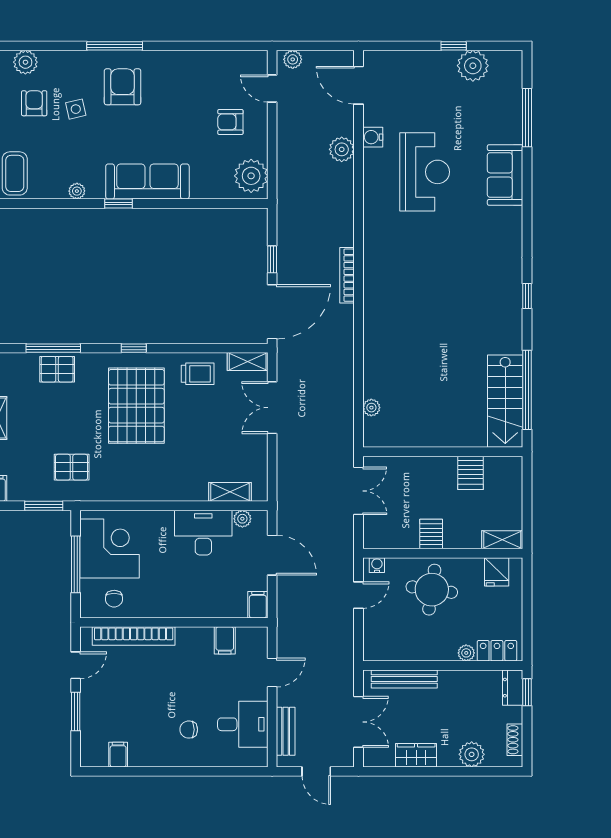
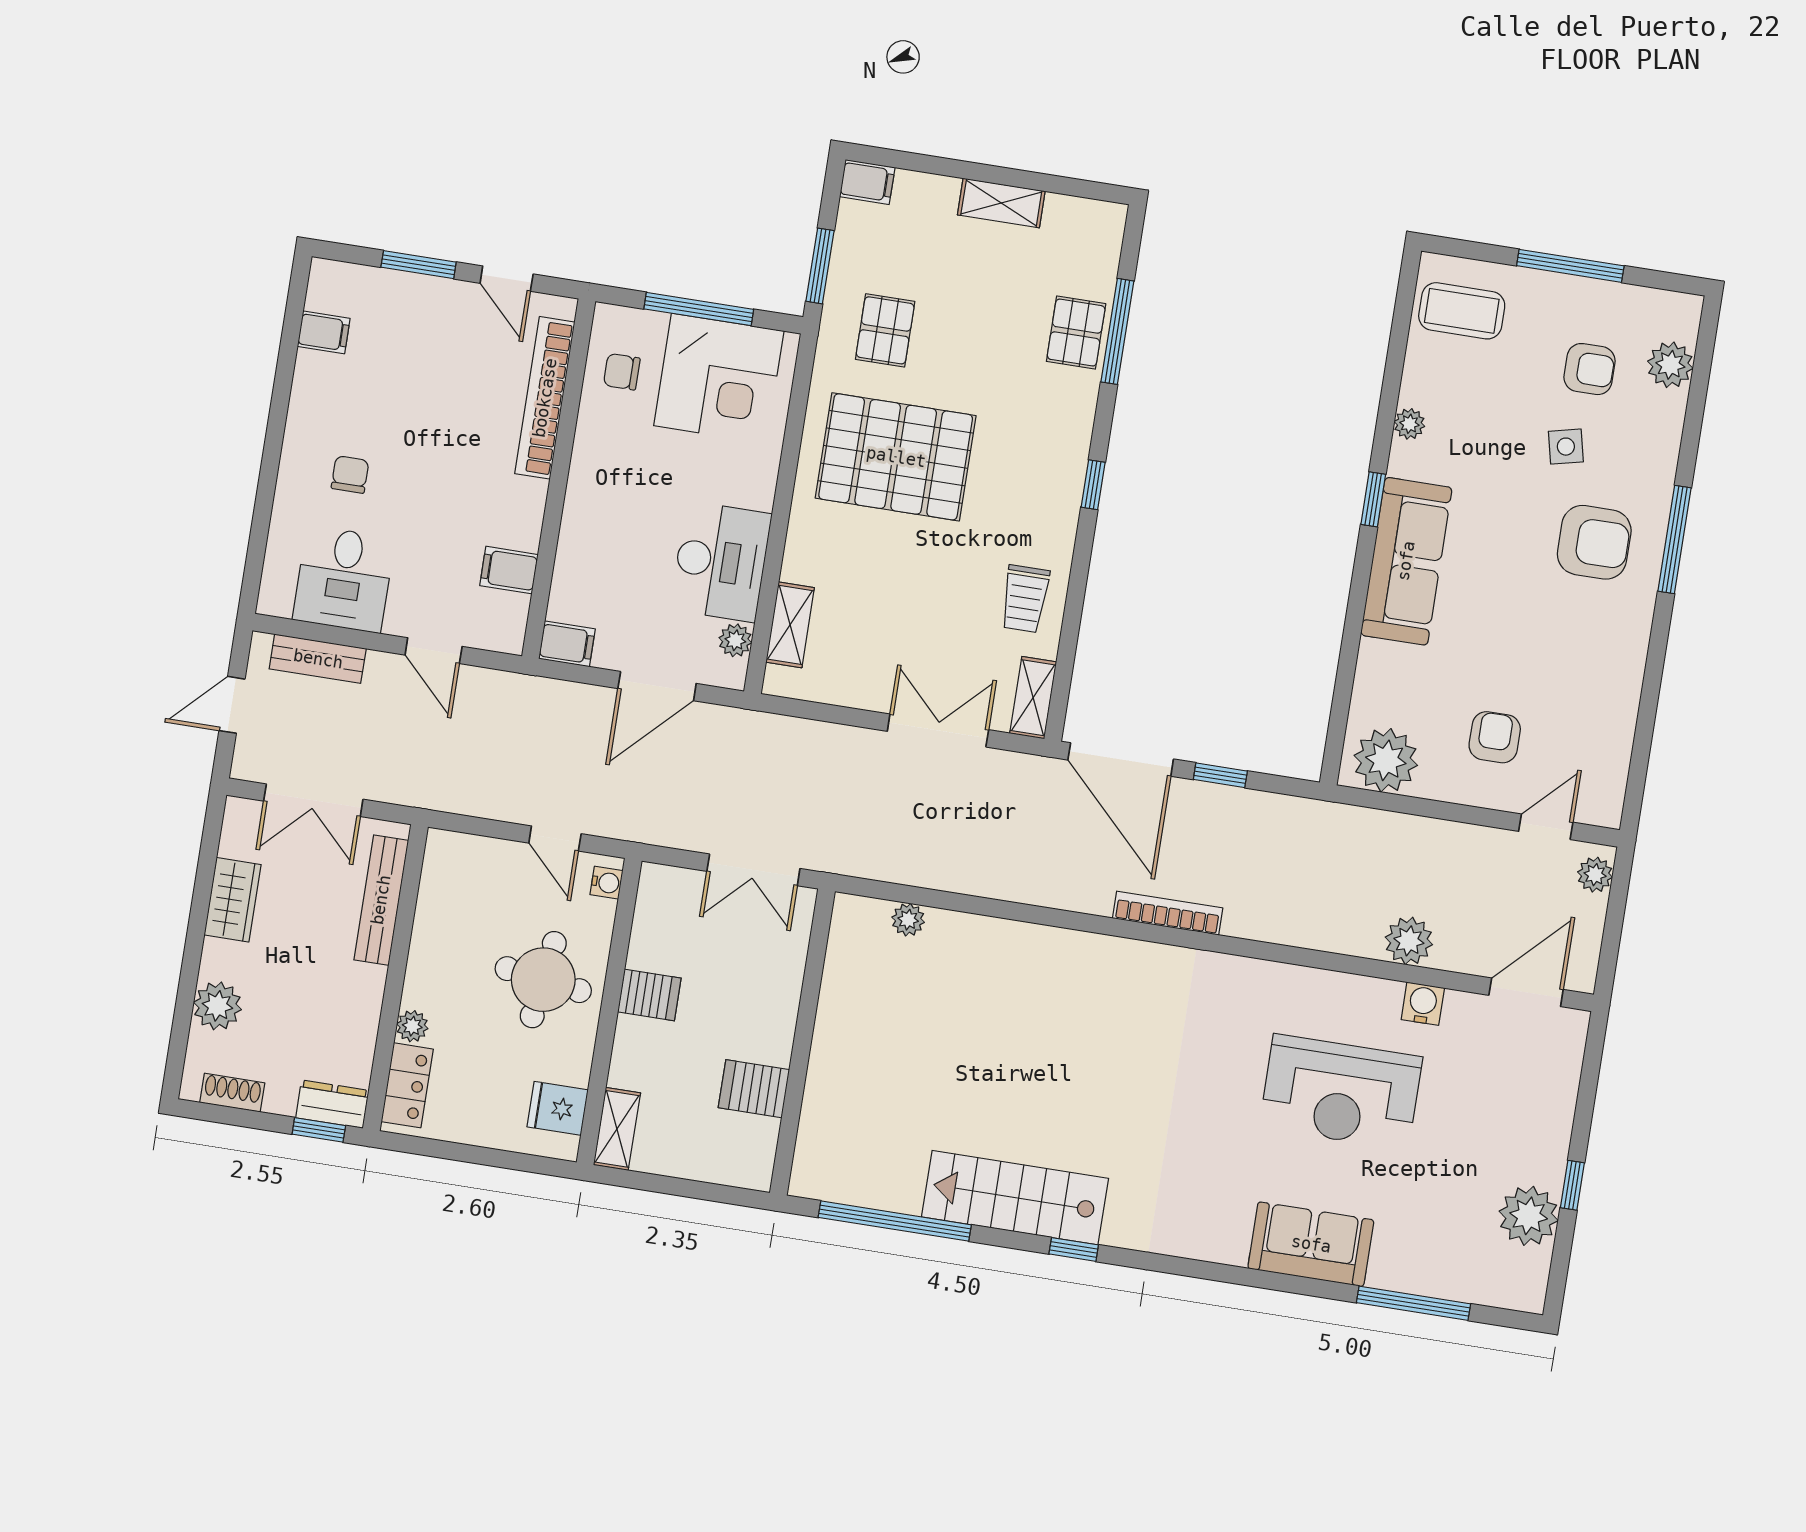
stairs: (505, 401) -> (1015, 1198), moved
pallet: (136, 406) -> (896, 457), moved

